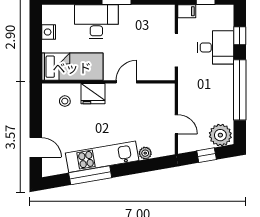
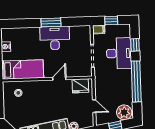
desk: (96, 22) -> (55, 38), moved
desk: (215, 47) -> (119, 53), width x1.37
fridge: (93, 94) -> (80, 86), moved

